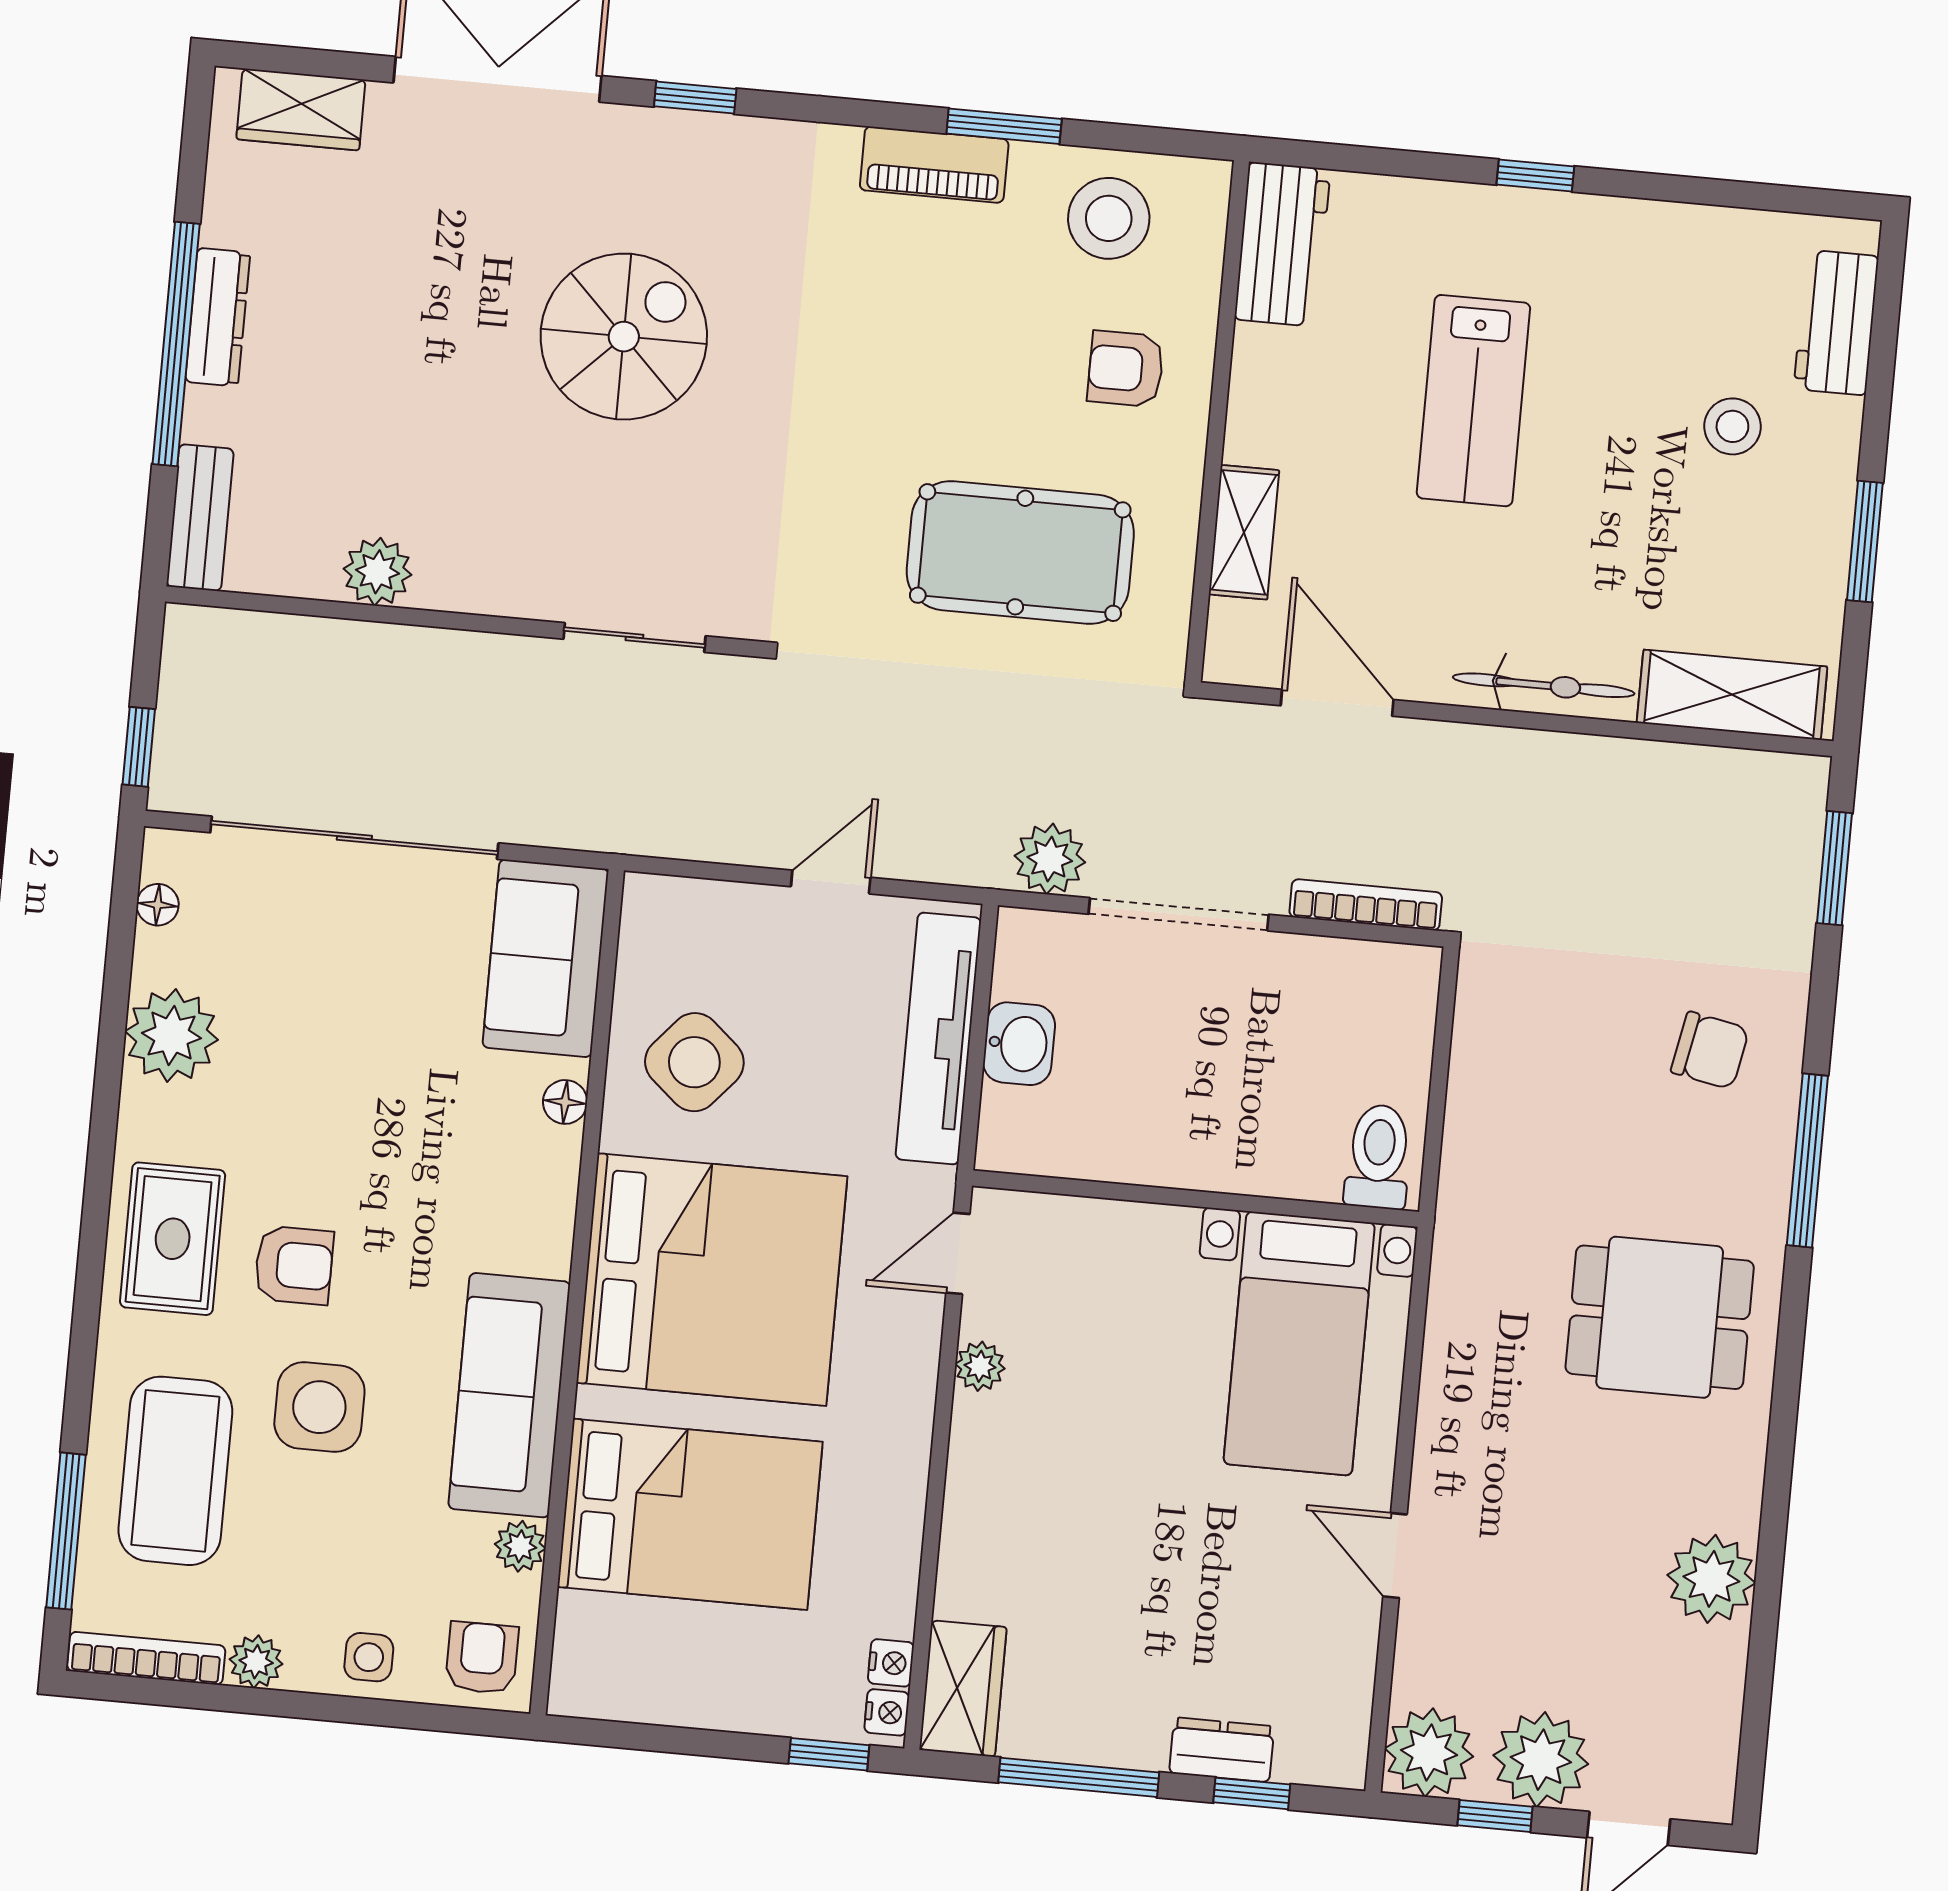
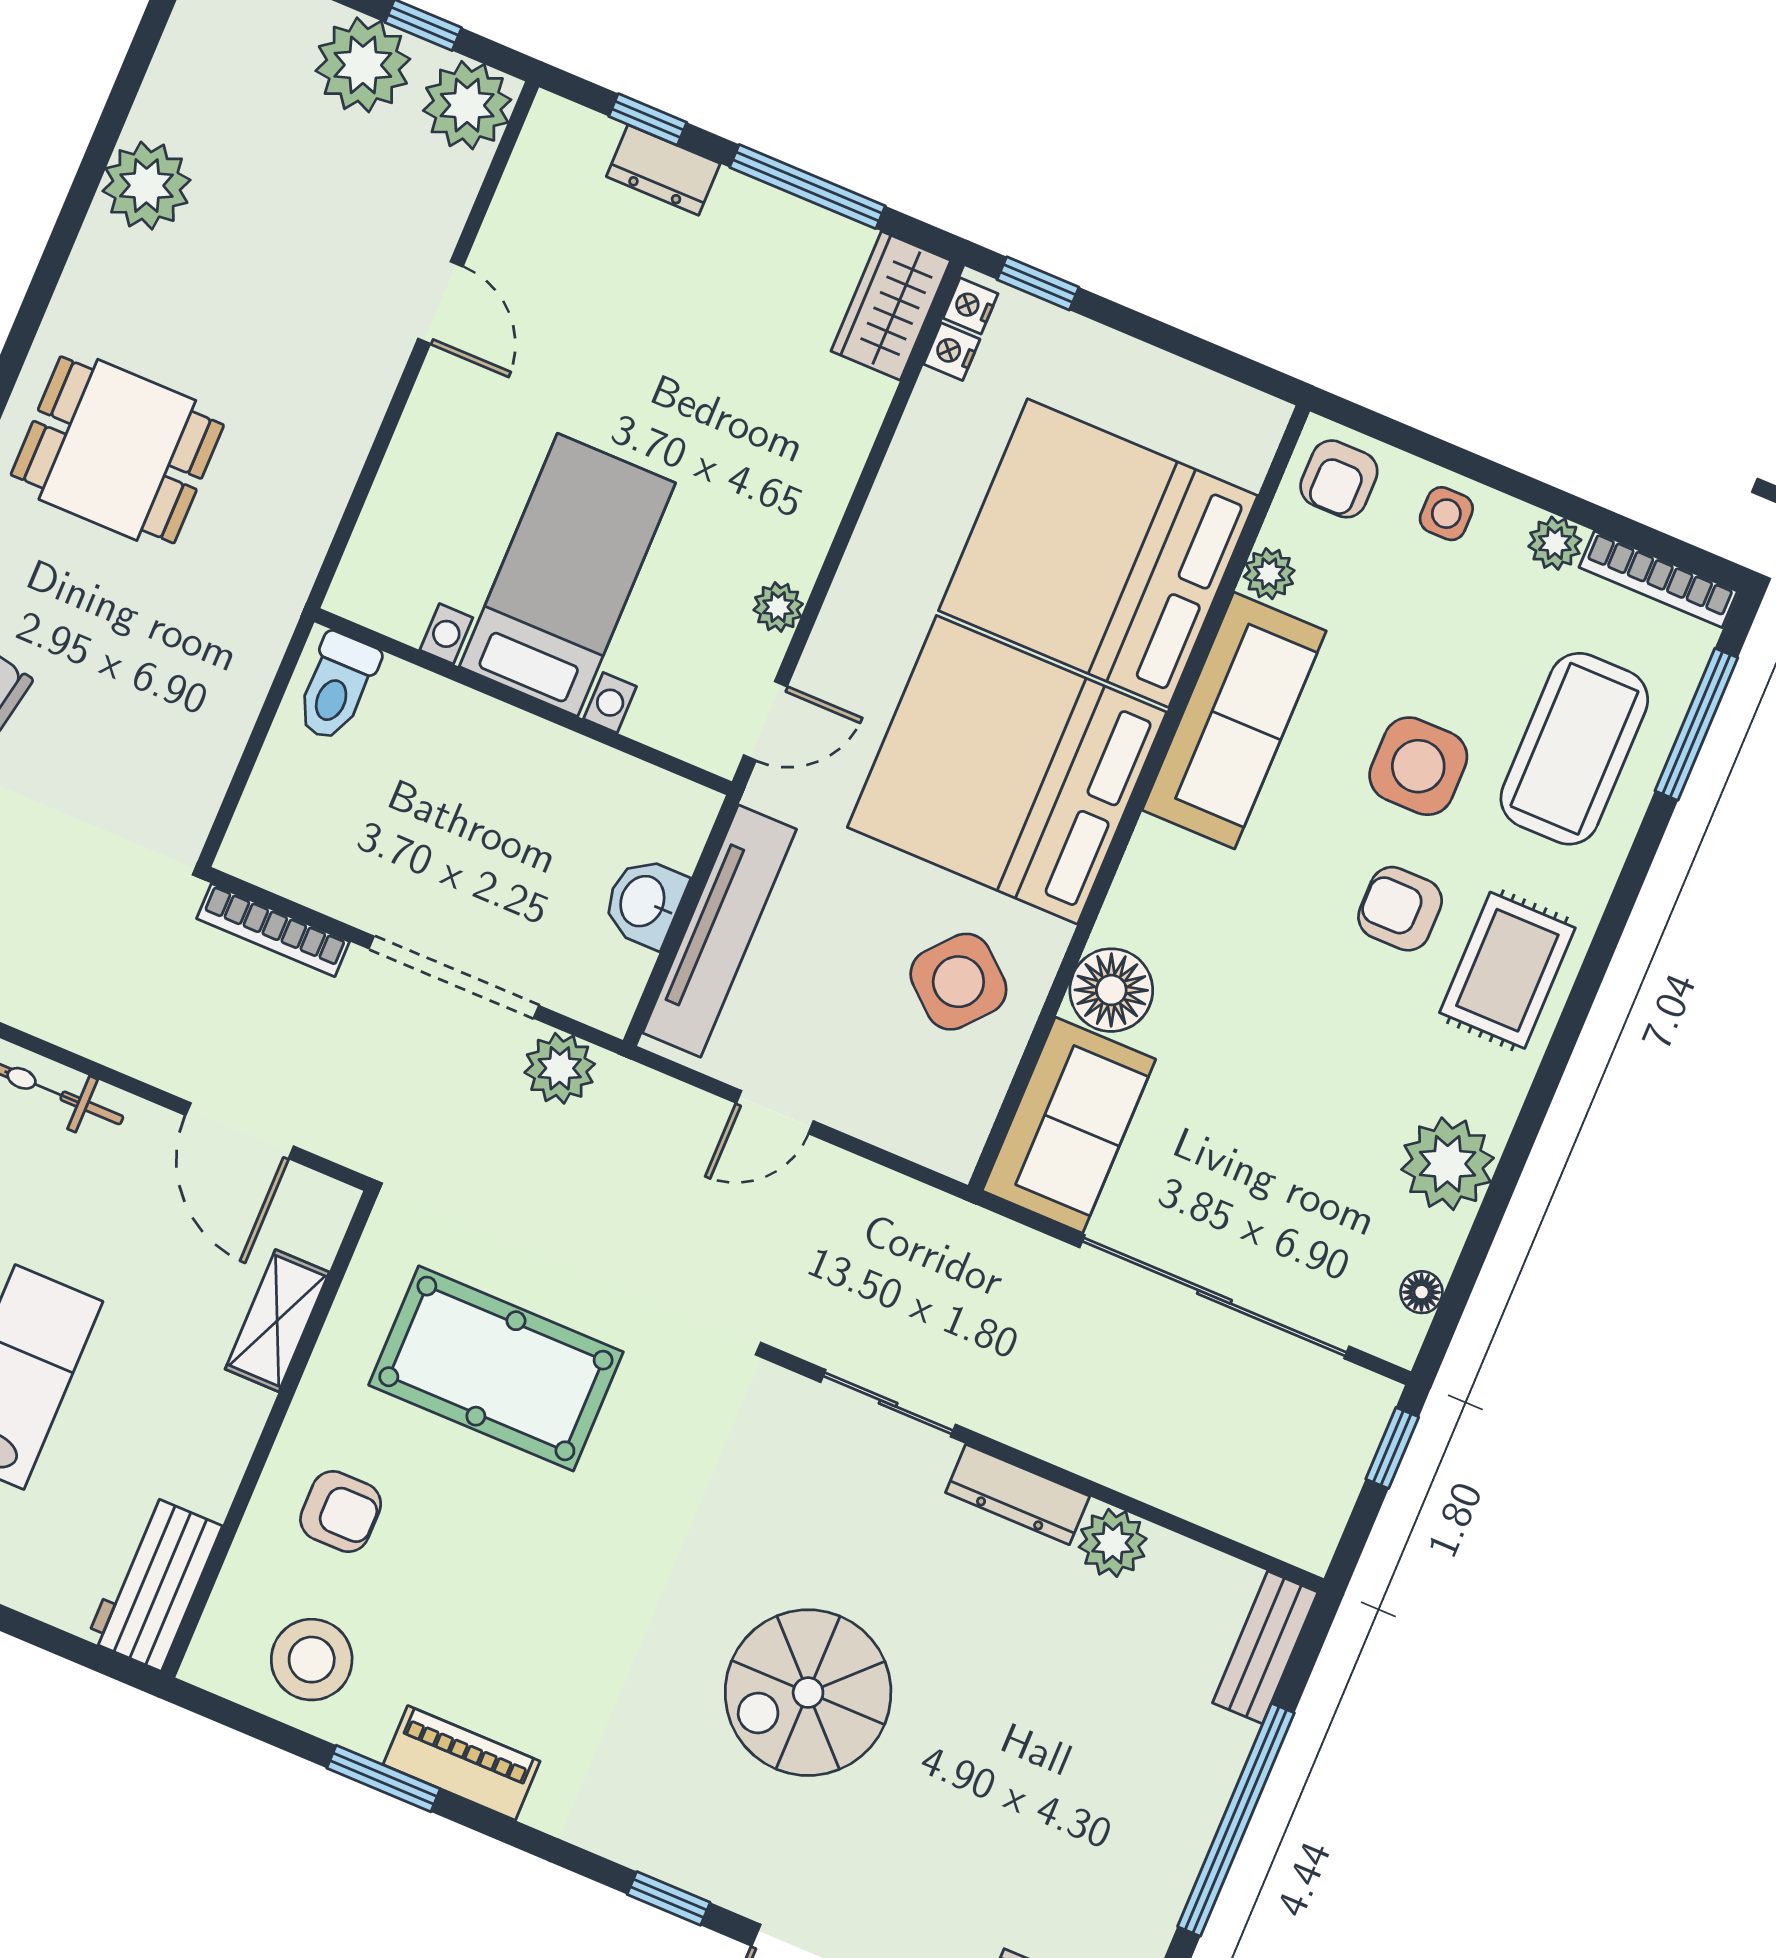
dresser: (218, 317) -> (1018, 1494), moved, turned -90
floor lamp: (565, 1102) -> (1111, 990), width x1.89, depth x1.89
bed with nightstands: (1299, 1343) -> (567, 575), moved
bed: (690, 1514) -> (1098, 553), width x1.36

